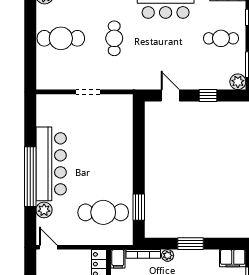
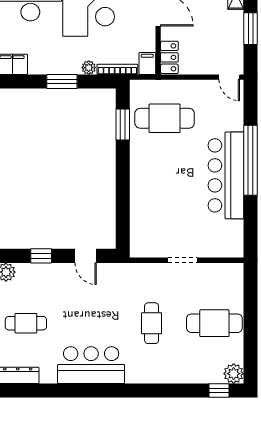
plant: (44, 210) -> (234, 121), removed

